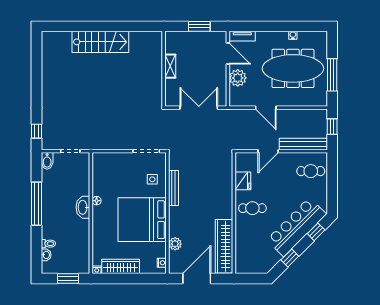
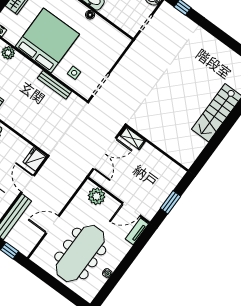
shelving: (170, 66) -> (132, 138), moved
window: (332, 75) -> (52, 281), removed
plant: (238, 78) -> (97, 196), moved
door: (266, 108) -> (52, 225), moved
fridge: (243, 181) -> (35, 159), moved, turned 90

